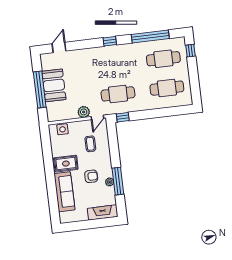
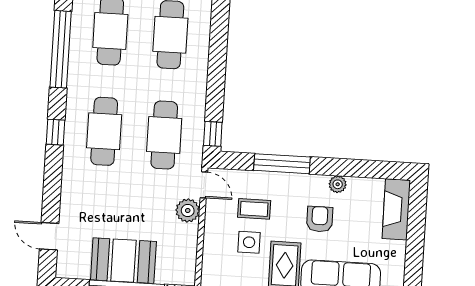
cafe table: (114, 65) -> (104, 131), added
side table: (63, 129) -> (249, 242), moved
window: (118, 181) -> (282, 164), moved

